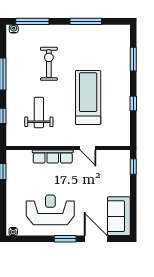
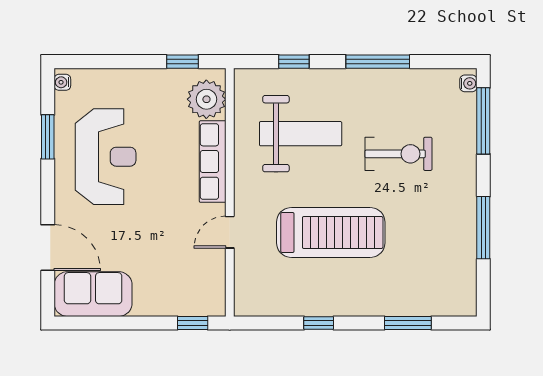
weight bench: (39, 113) -> (301, 134), width x1.36, depth x1.33
plant: (22, 160) -> (206, 99), added
window: (65, 239) -> (48, 137), moved
door: (96, 239) -> (48, 248), hinge flipped

